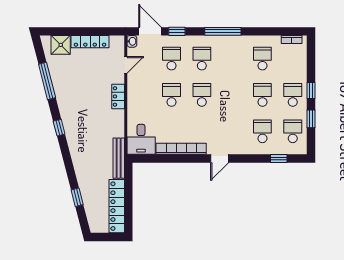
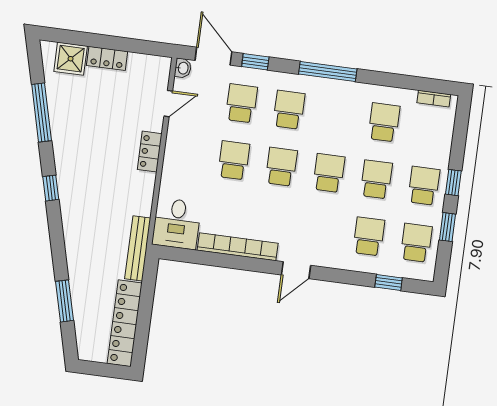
locker: (90, 42) -> (107, 58), width x0.66
school desk: (232, 95) -> (329, 173), added
window: (77, 197) -> (64, 301), width x1.50

